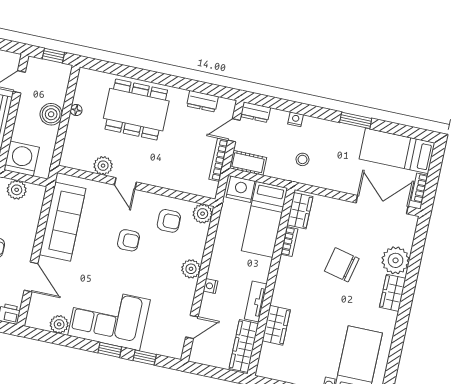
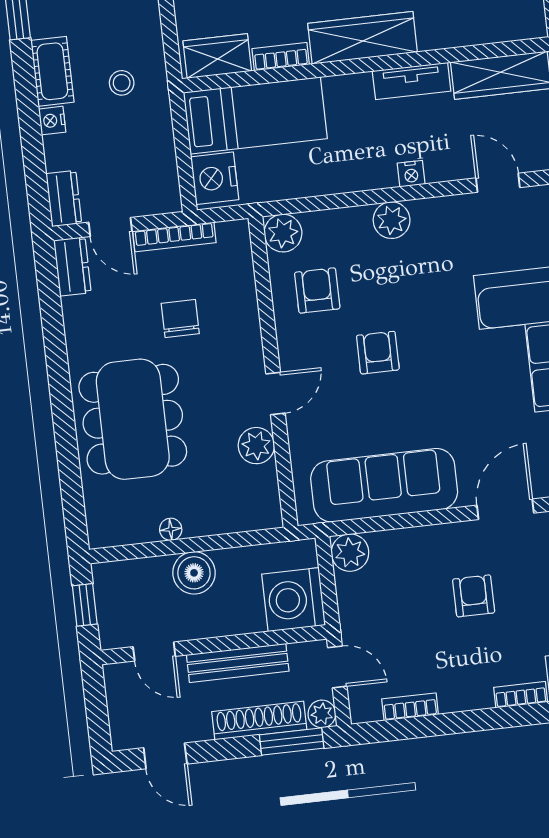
dresser: (202, 101) -> (72, 266), moved
chair: (178, 149) -> (180, 319), added
cot: (248, 163) -> (52, 71), moved
plant: (17, 190) -> (350, 553), moved
wardrobe: (276, 325) -> (362, 38), moved, width x1.50

